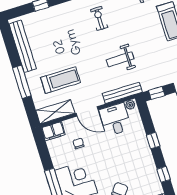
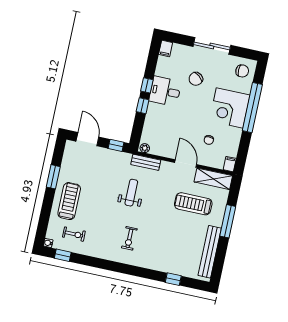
weight bench: (120, 59) -> (131, 193), turned -90
bench: (122, 93) -> (146, 162), width x0.73
desk: (115, 119) -> (165, 91), moved, turned 90
filing cabinet: (53, 131) -> (230, 164), width x0.50
window: (164, 174) -> (147, 85), moved

